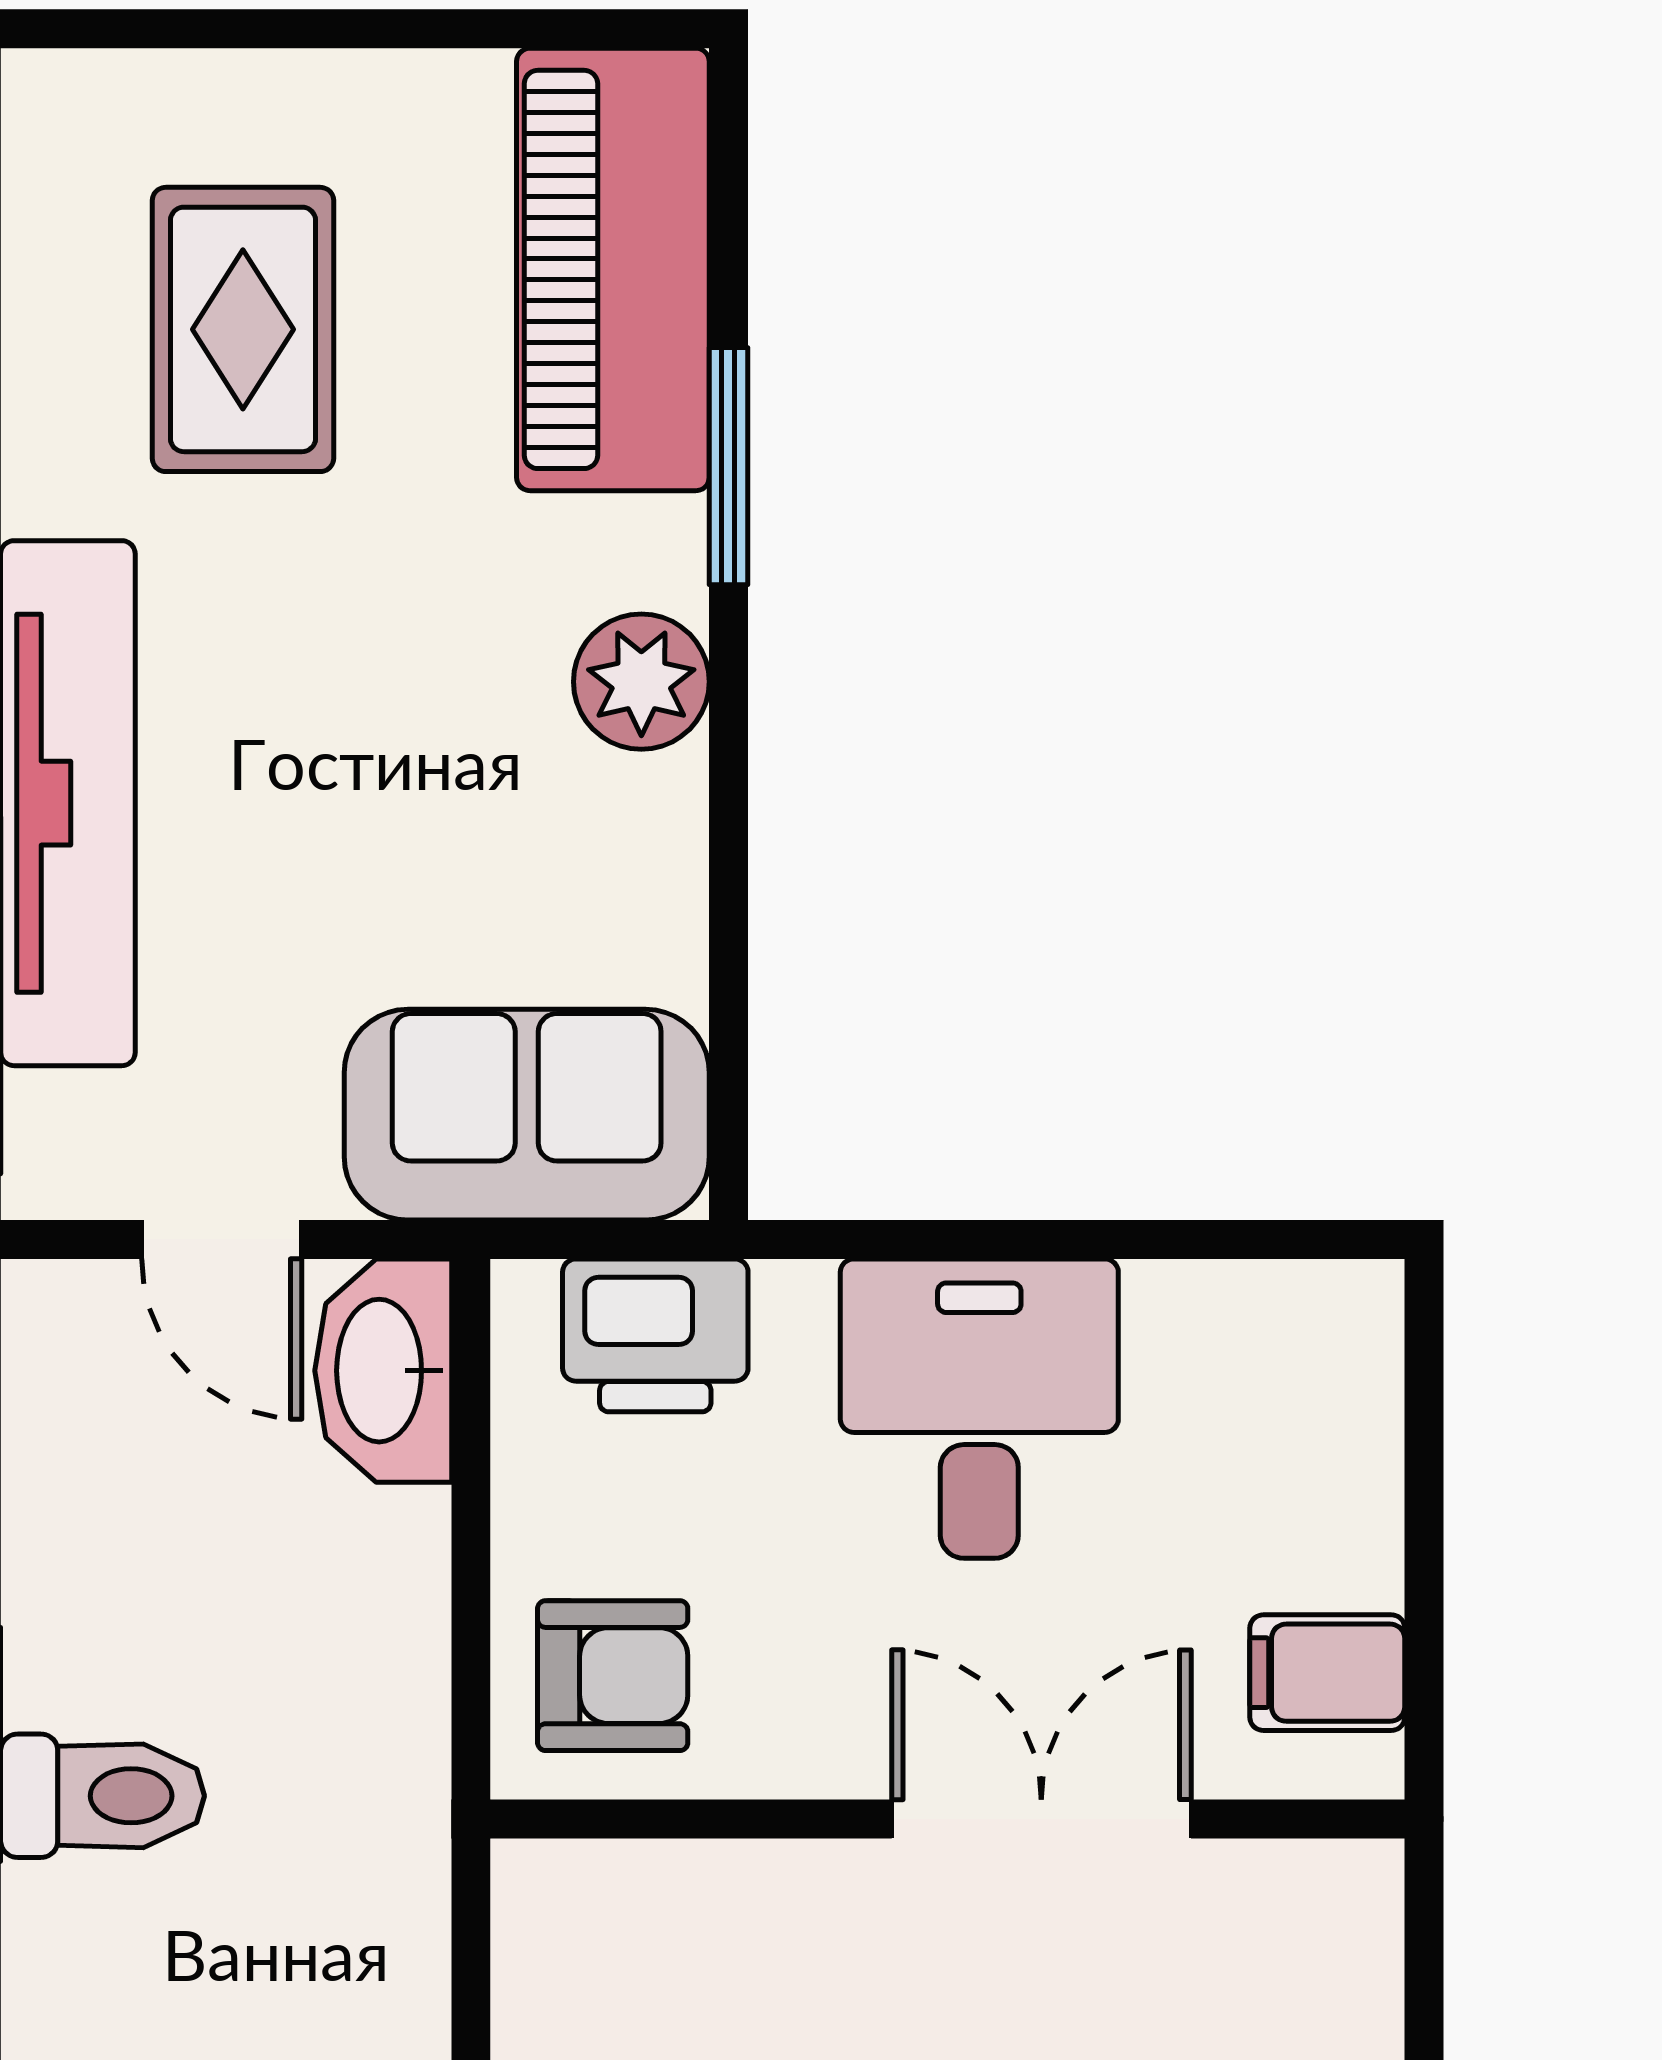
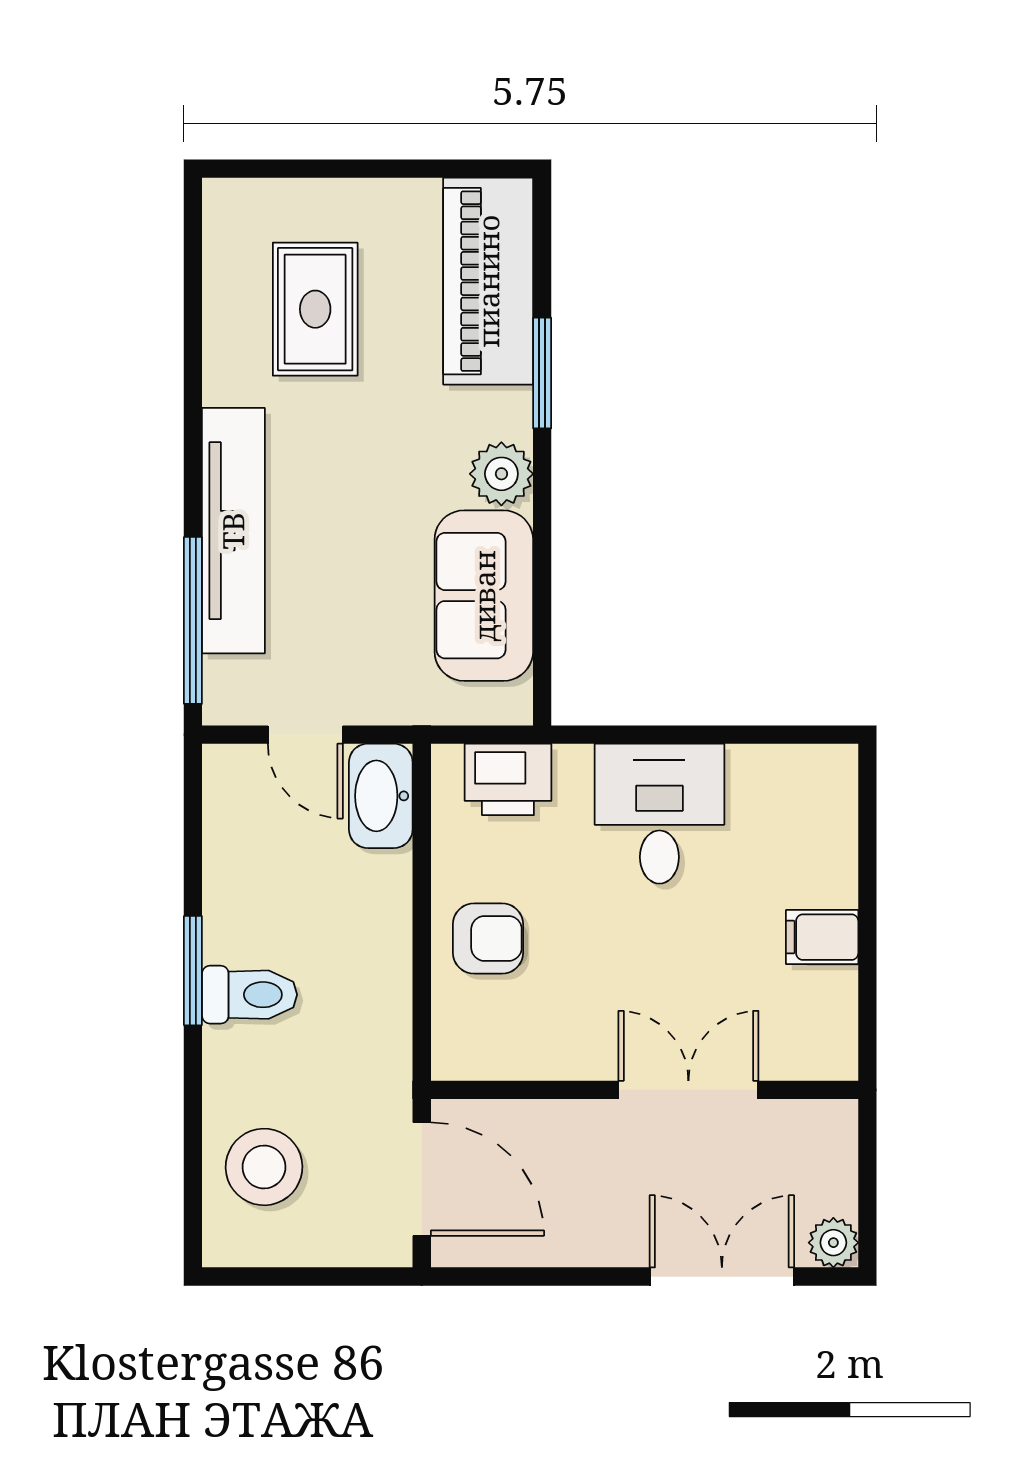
sofa: (527, 1115) -> (484, 596), moved, turned -90
wall: (947, 1819) -> (645, 1090), moved
double door: (1041, 1819) -> (688, 1090), moved

